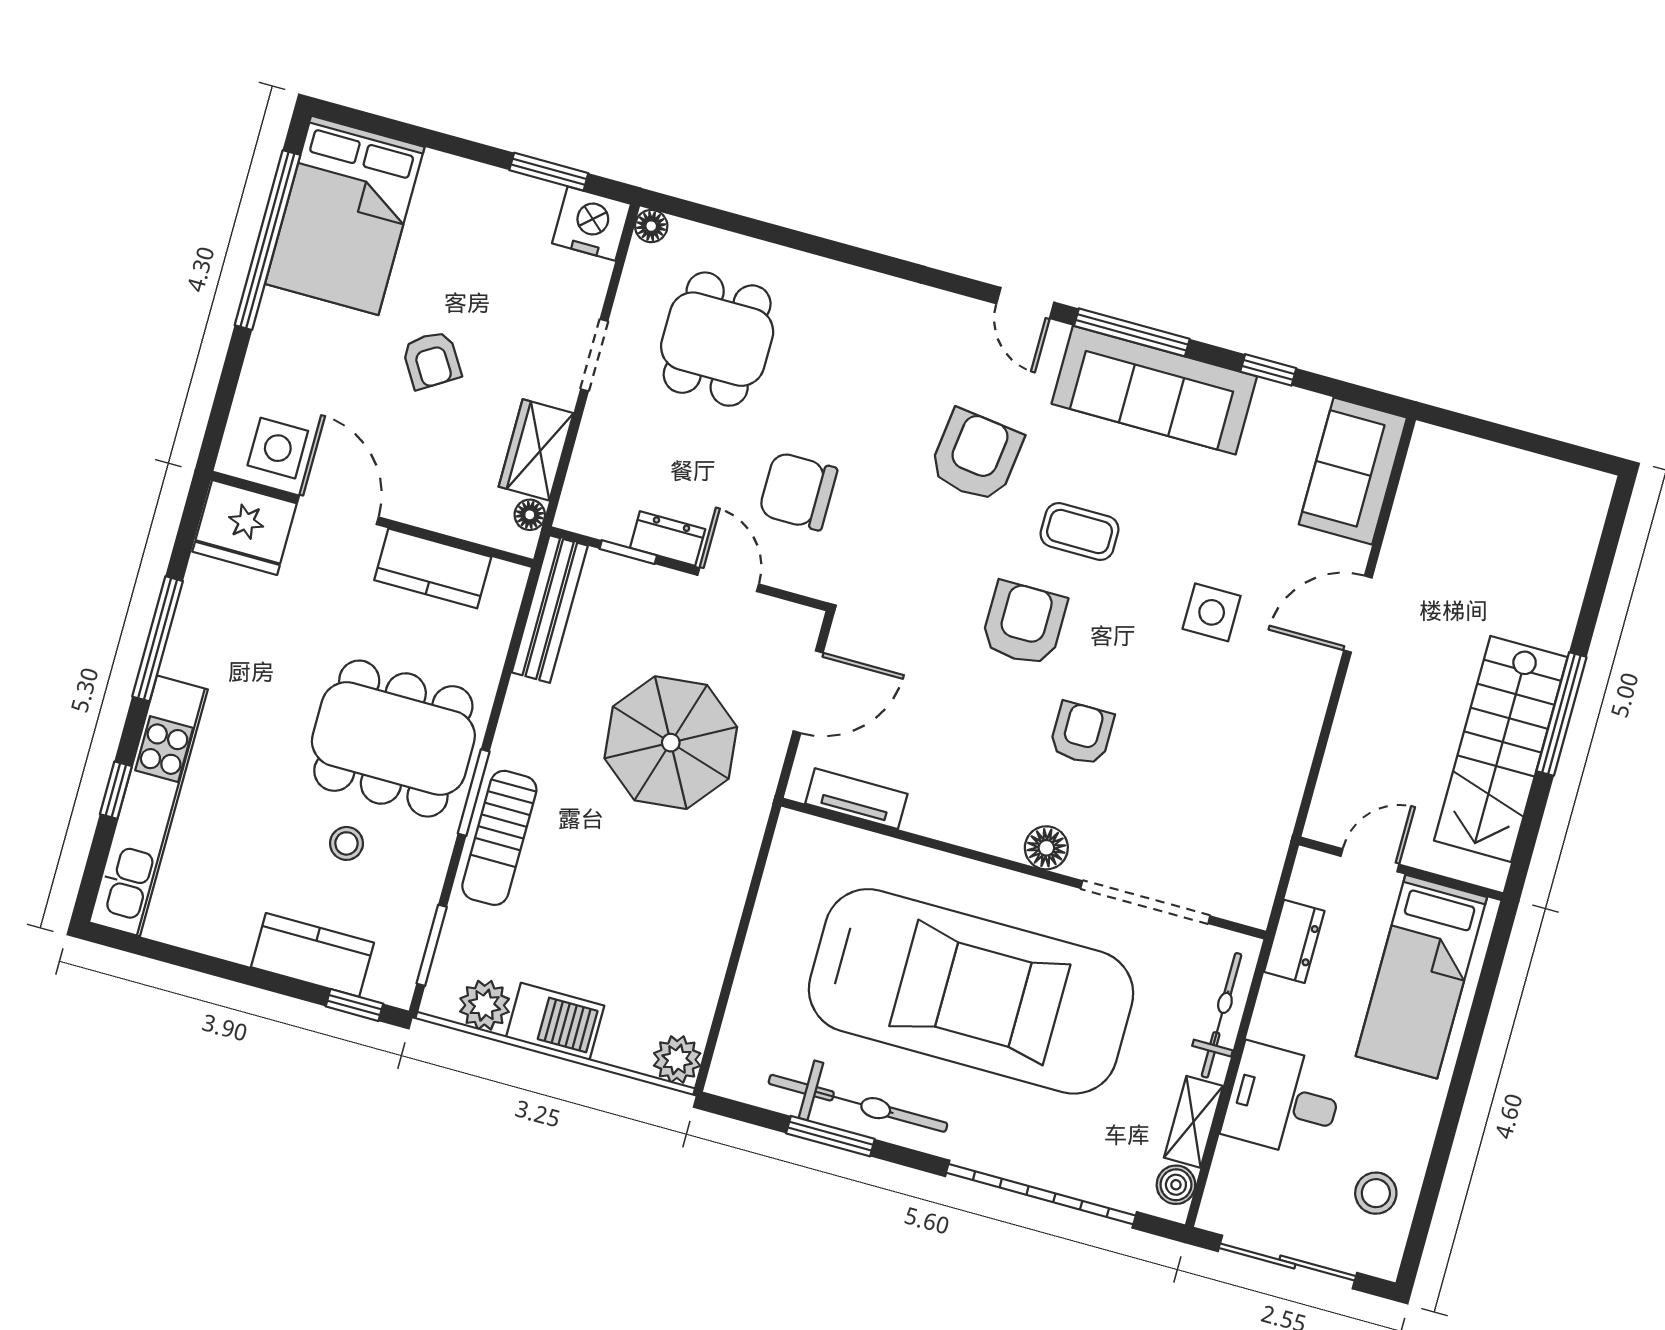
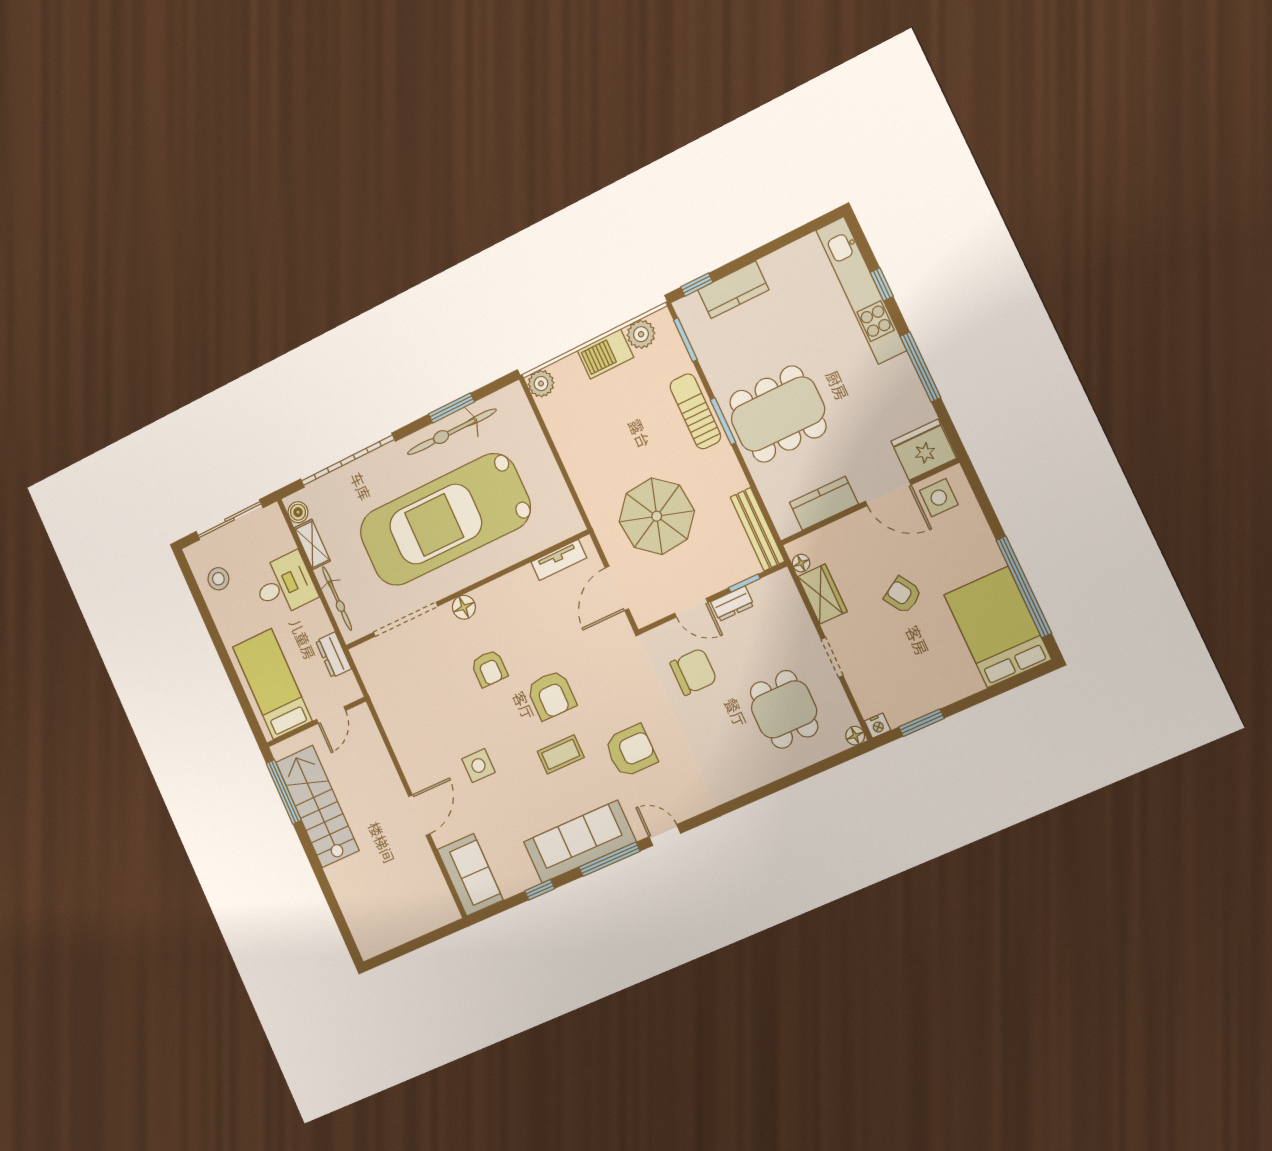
nightstand: (592, 224) -> (878, 726), width x0.53, depth x0.56
armchair: (976, 456) -> (631, 751), turned -97
window: (1561, 714) -> (284, 792), moved
stool: (346, 843) -> (760, 351), removed

